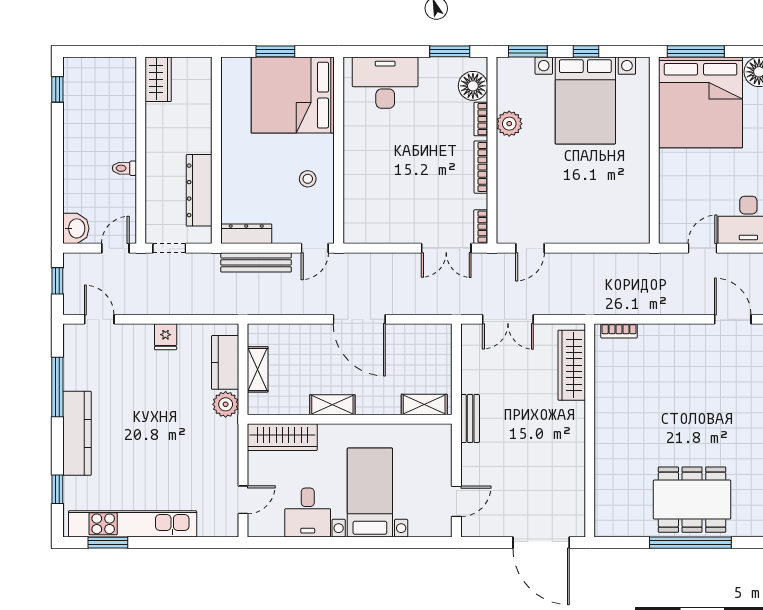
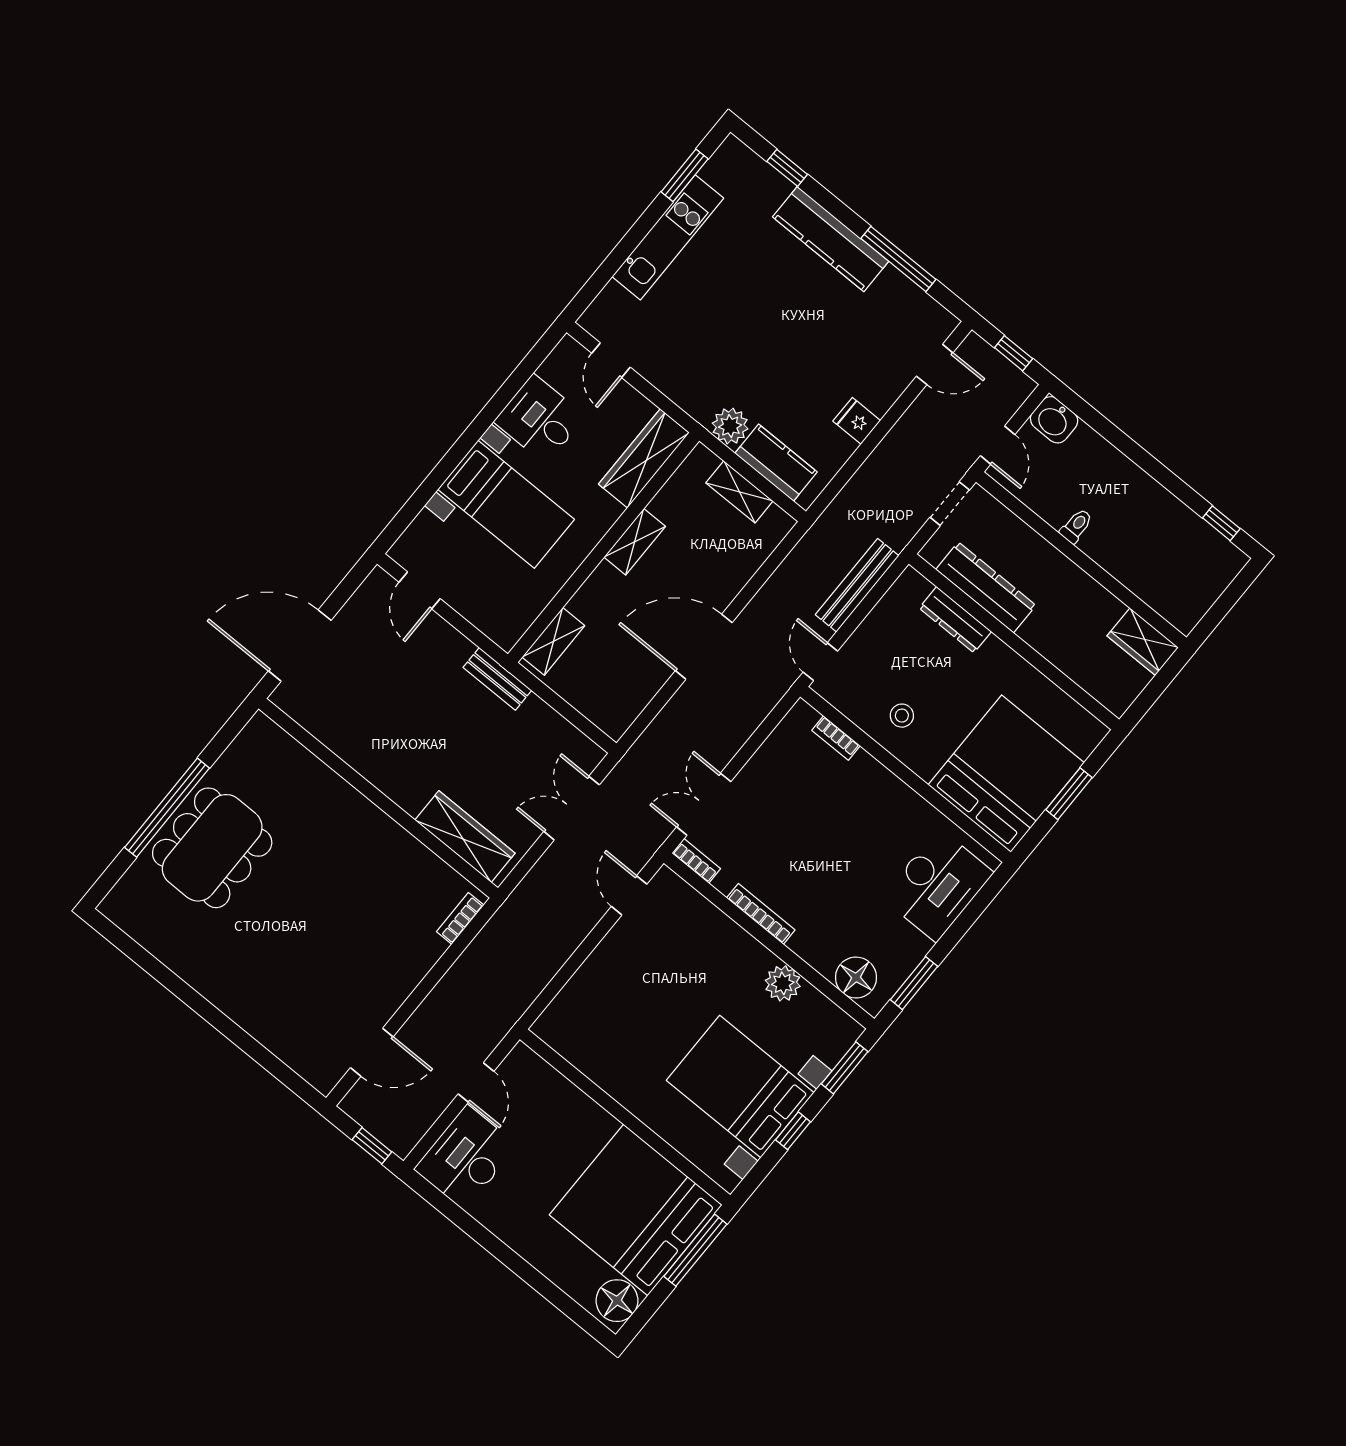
bookcase: (481, 119) -> (836, 738), moved, turned 180
dresser: (246, 234) -> (955, 620), moved, turned 90
kitchen unit: (133, 524) -> (668, 237), width x0.73

